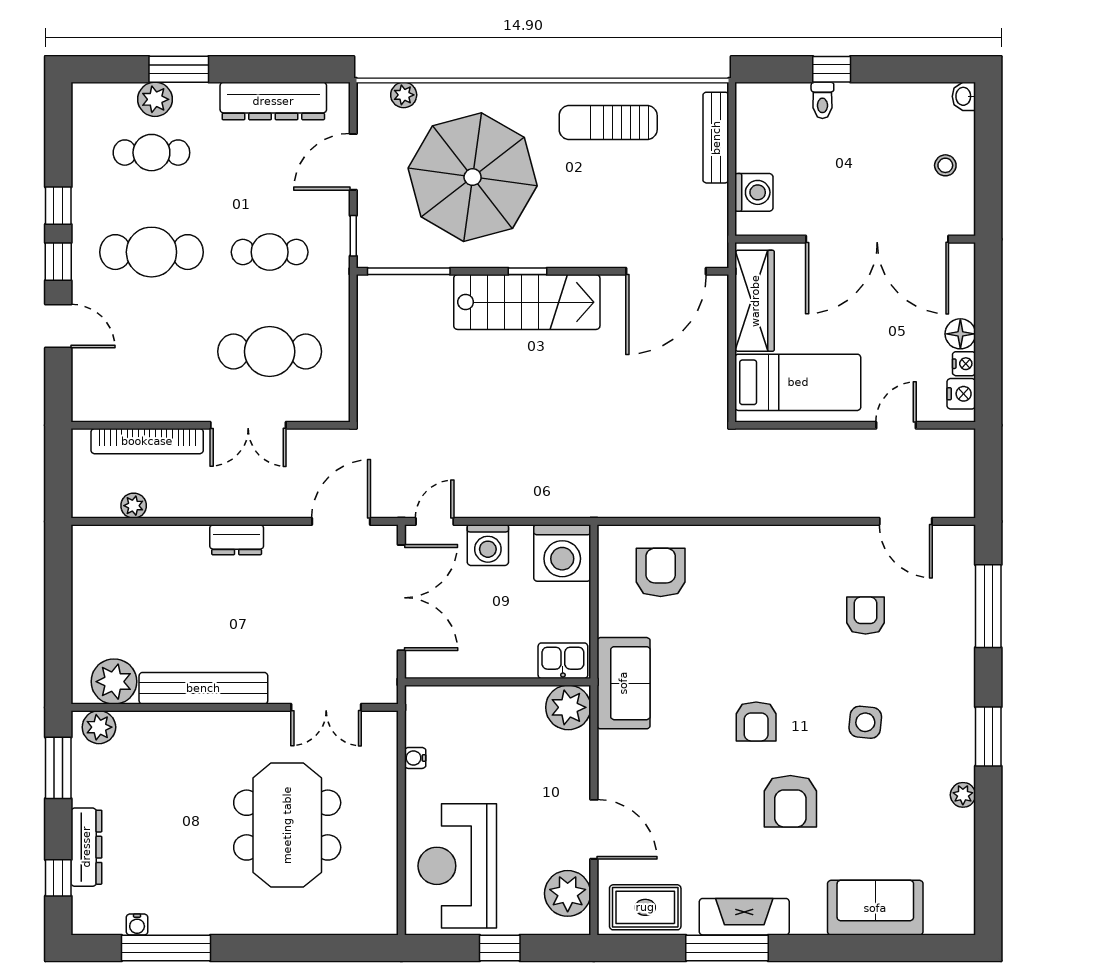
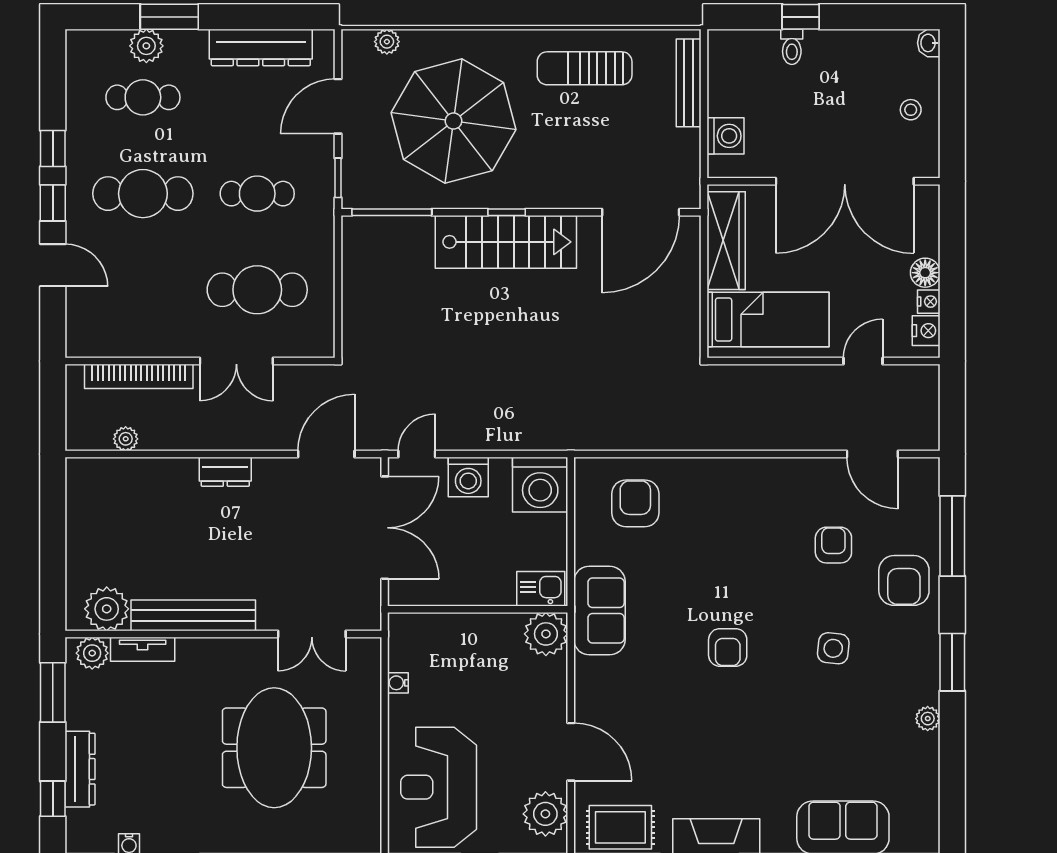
tv unit: (151, 723) -> (143, 649), added
armchair: (790, 801) -> (904, 580), moved

